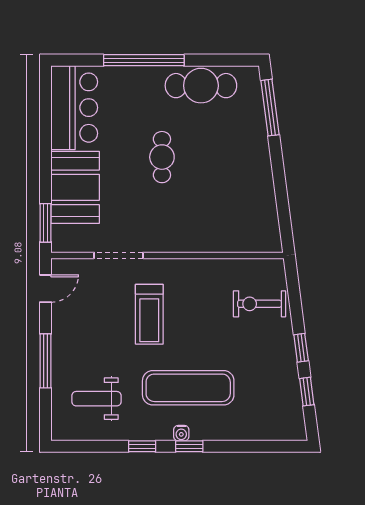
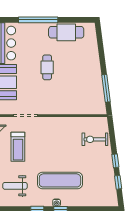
window: (270, 108) -> (106, 88), moved
treadmill: (149, 314) -> (18, 147), moved

